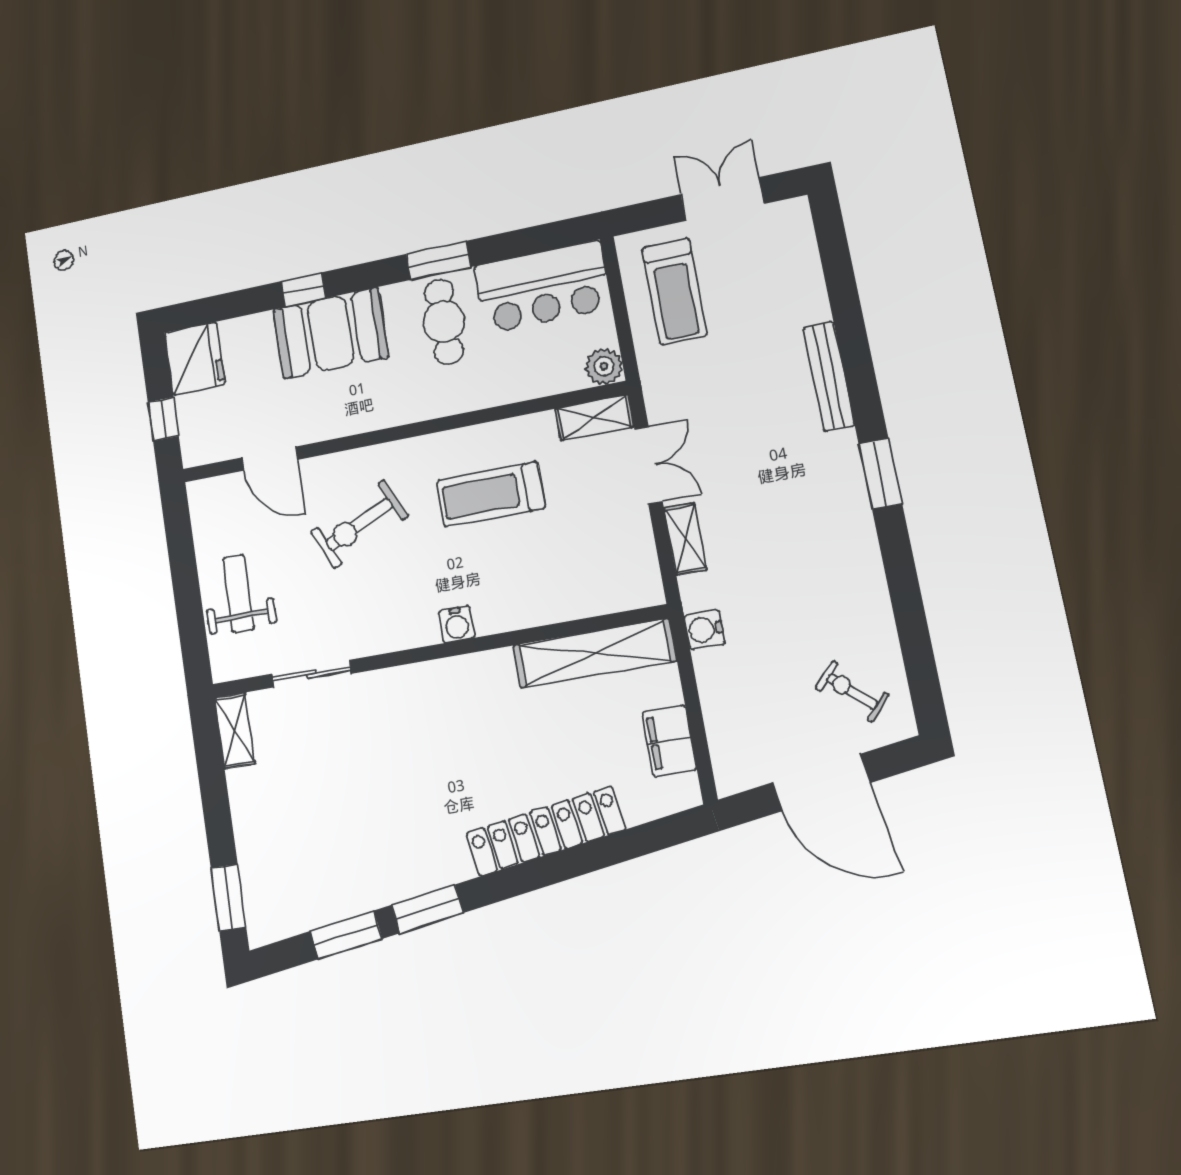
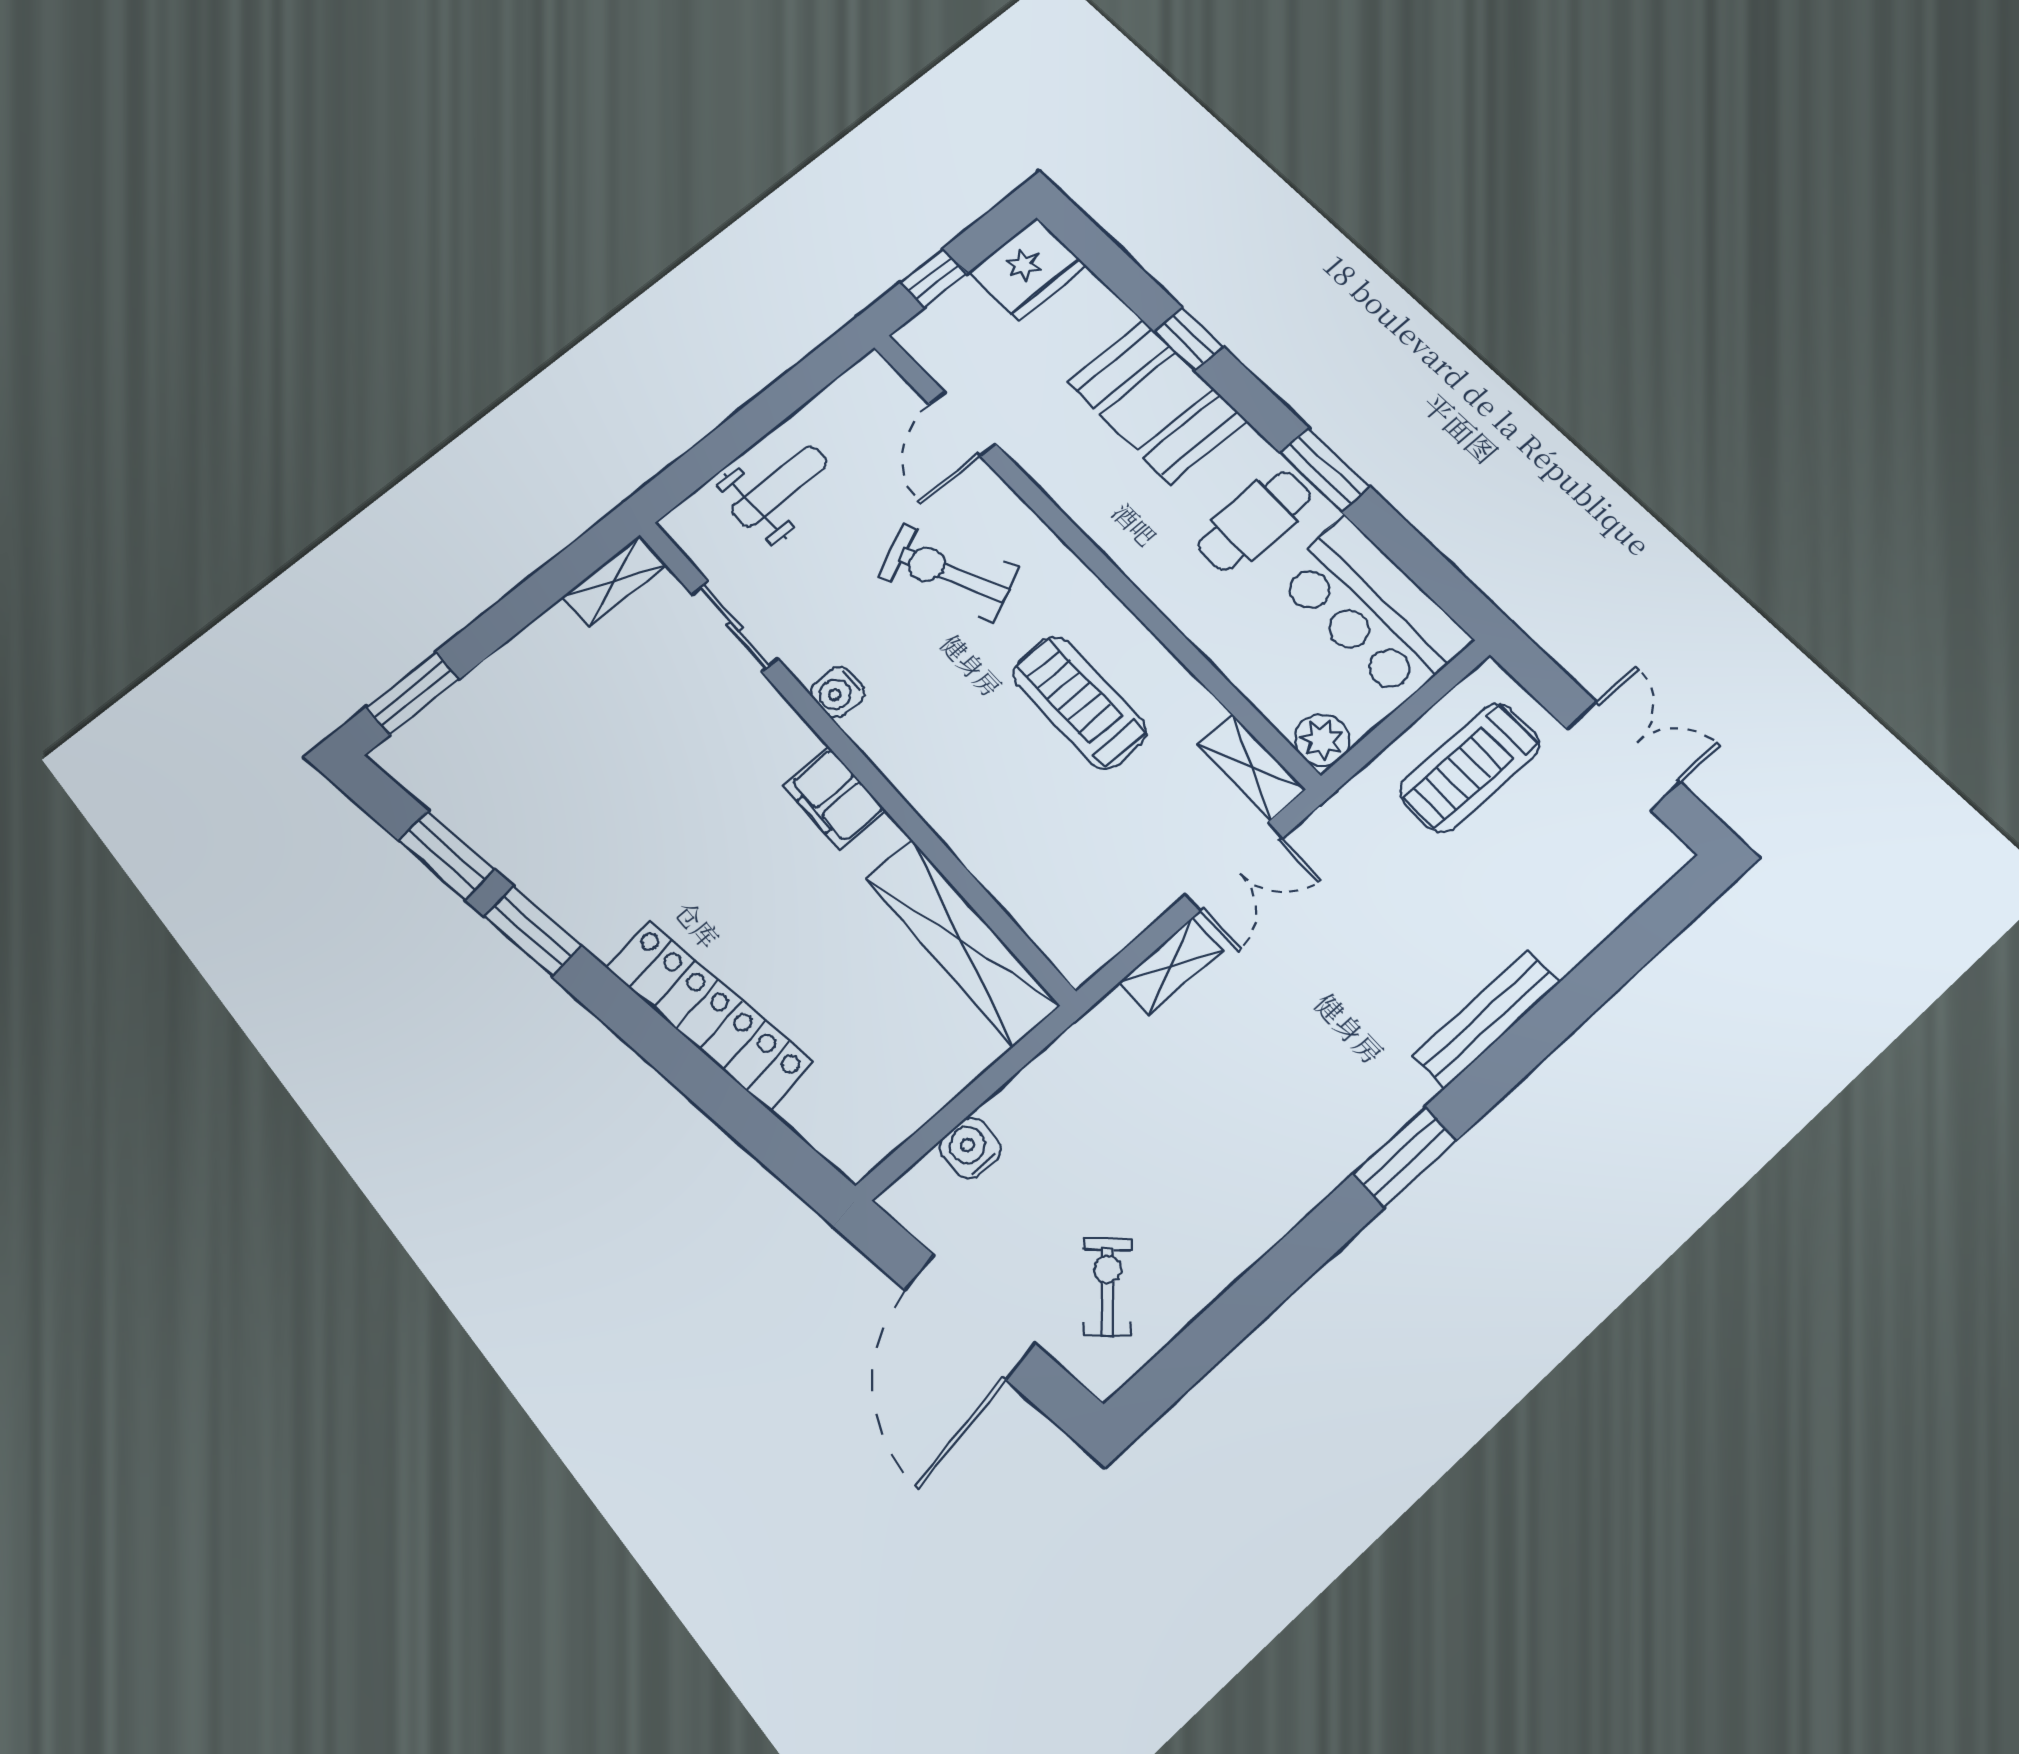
water cooler: (457, 624) -> (838, 692), moved
water cooler: (704, 630) -> (970, 1148), moved
filing cabinet: (669, 741) -> (834, 798), moved, turned -90

